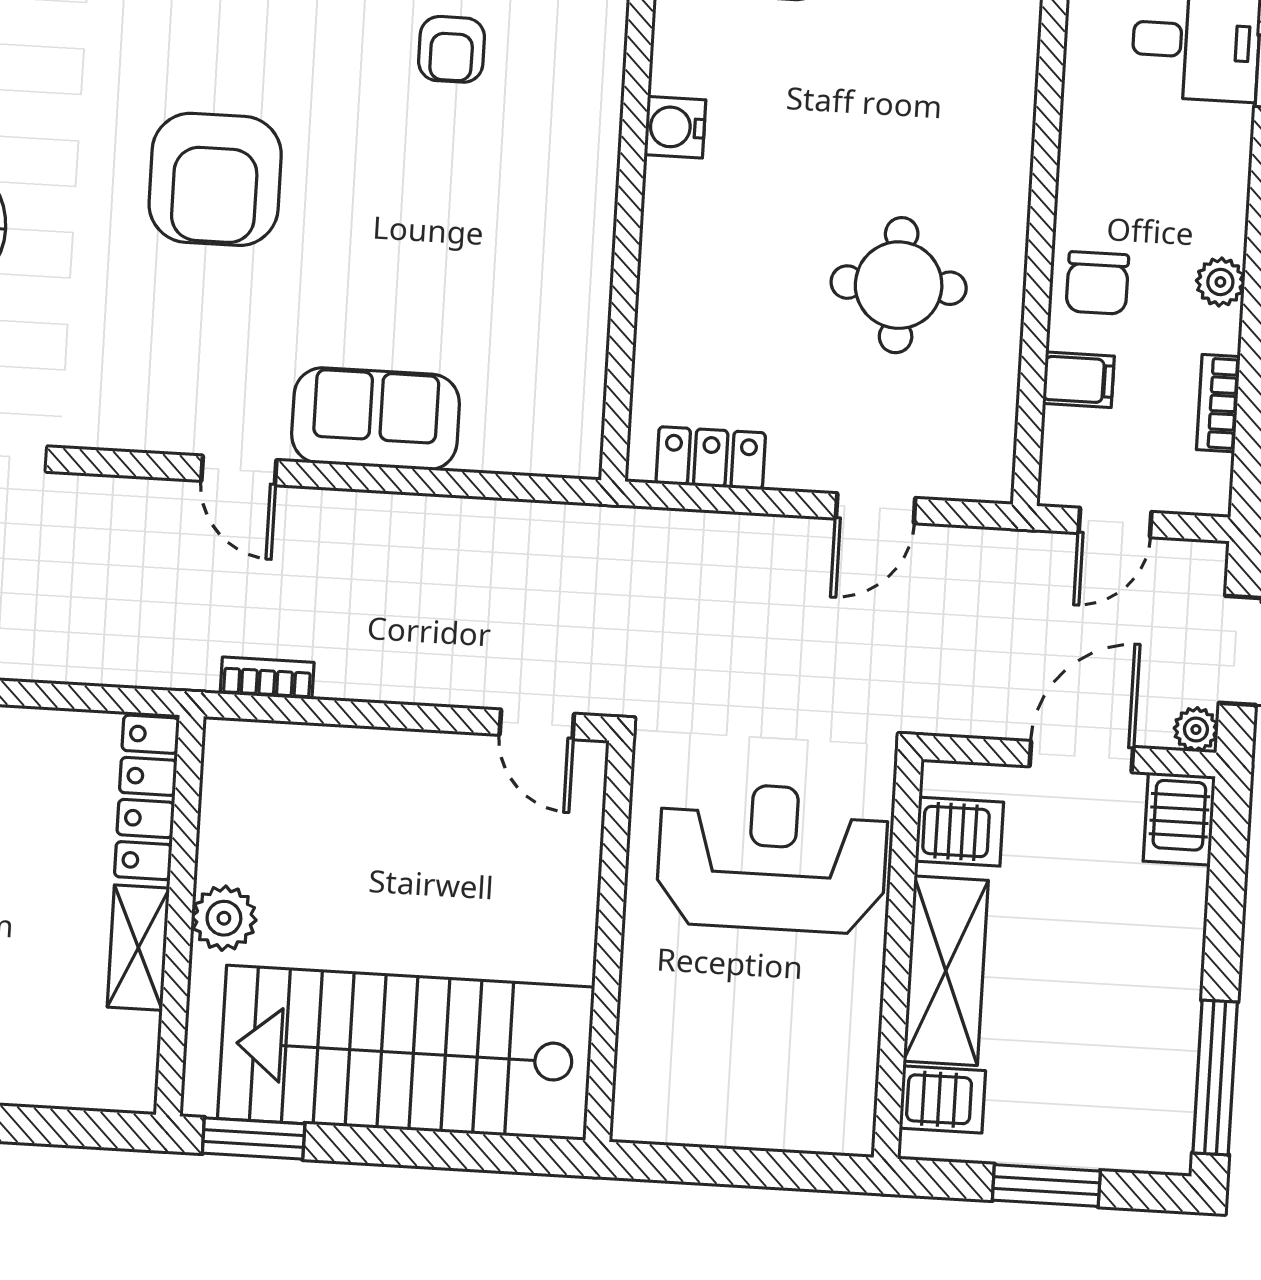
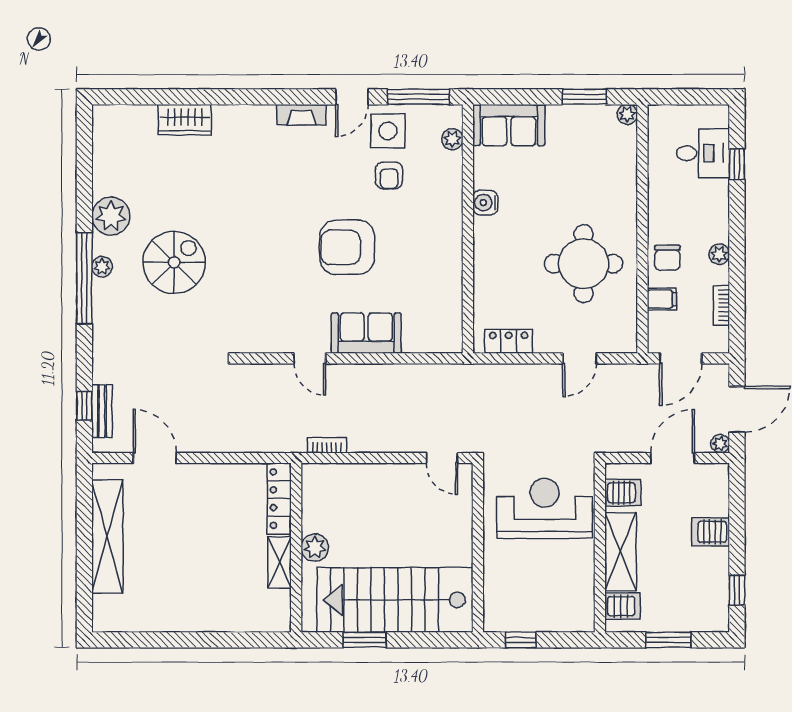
armchair: (215, 179) -> (347, 247), moved, turned 90
round table: (899, 285) -> (584, 264), width x1.36, depth x1.36
door: (1115, 522) -> (681, 358), width x1.38
server rack: (1179, 819) -> (711, 532), moved, turned 90
window: (1215, 1077) -> (737, 590), width x0.46
window: (254, 1138) -> (365, 640), moved
window: (698, 1165) -> (521, 640), added

